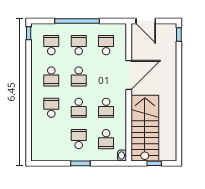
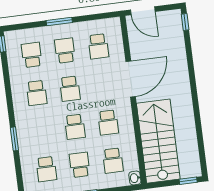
window: (77, 21) -> (59, 21), width x0.47
school desk: (106, 45) -> (98, 46), turned 180
school desk: (51, 108) -> (46, 169), moved, turned 180
window: (29, 111) -> (14, 139), added
window: (154, 163) -> (188, 181), moved

